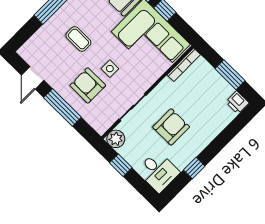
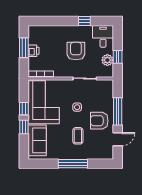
armchair: (88, 85) -> (99, 121), moved, turned 90
printer: (237, 102) -> (33, 51), moved
armchair: (171, 127) -> (76, 51), turned 90
plant: (116, 139) -> (107, 60), moved

